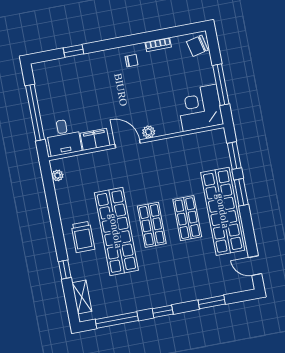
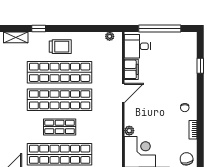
plant: (149, 132) -> (129, 131), moved
shop shelf: (152, 225) -> (60, 100), width x2.00, depth x1.36
trolley: (83, 237) -> (60, 47), turned 180

